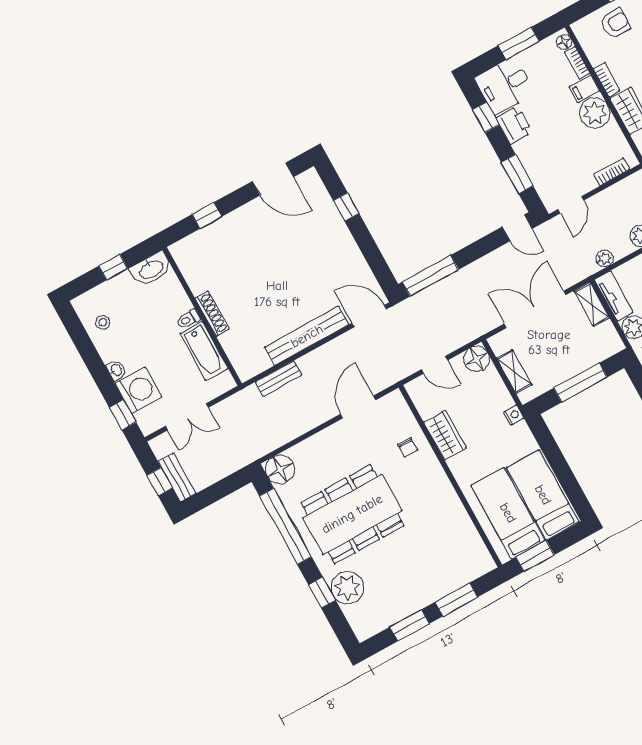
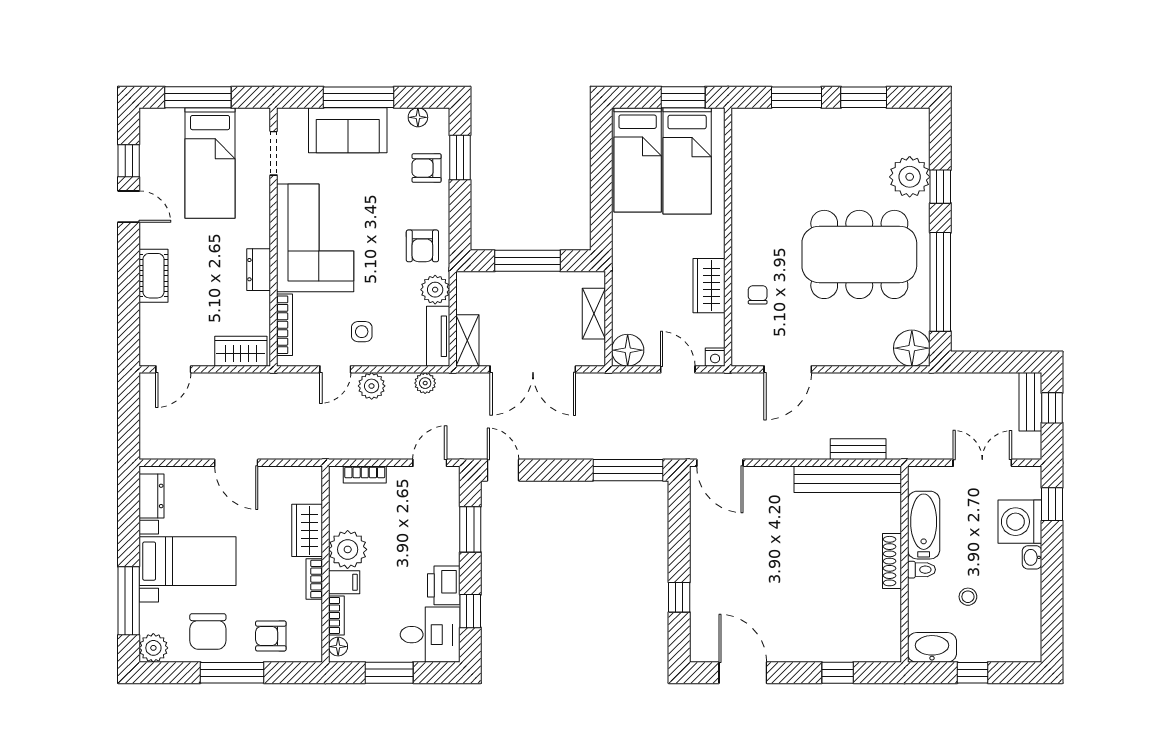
stool: (103, 322) -> (968, 597), moved
bench: (307, 336) -> (848, 479), moved
nightstand: (514, 415) -> (715, 357), moved, turned -90

